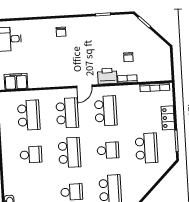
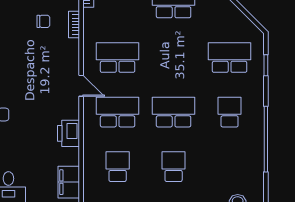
printer: (107, 76) -> (69, 133), moved
school desk: (29, 115) -> (118, 167), width x0.54
school desk: (108, 150) -> (174, 58), removed

